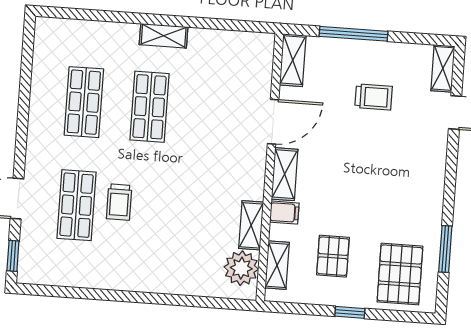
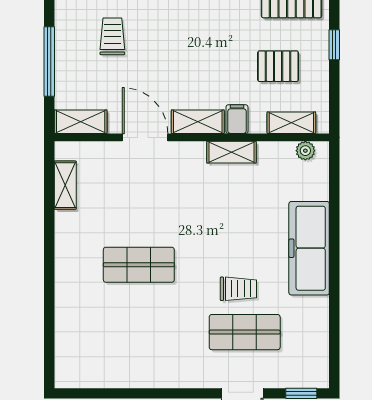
shelving: (164, 36) -> (65, 185), moved
shop shelf: (84, 102) -> (139, 332), removed
shelving: (251, 225) -> (231, 152), moved
plant: (241, 268) -> (305, 151), width x0.53, depth x0.53
freezer: (154, 274) -> (309, 248), added

